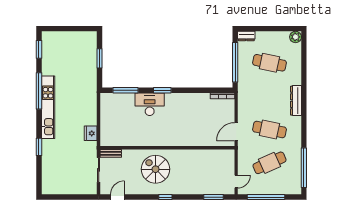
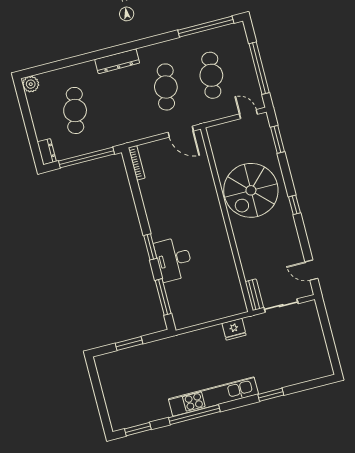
cafe table: (269, 163) -> (211, 75), turned 33
spiral stairs: (156, 169) -> (251, 190), moved, width x1.37, depth x1.37

